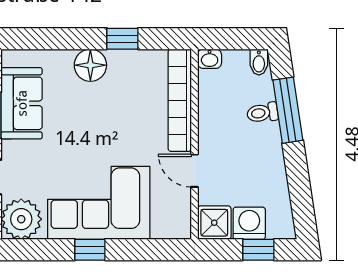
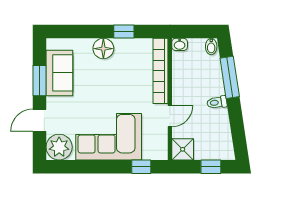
toilet: (262, 113) -> (217, 102), moved
door: (194, 171) -> (170, 116), swing flipped
washing machine: (249, 223) -> (205, 150), removed
window: (90, 250) -> (141, 167), moved

